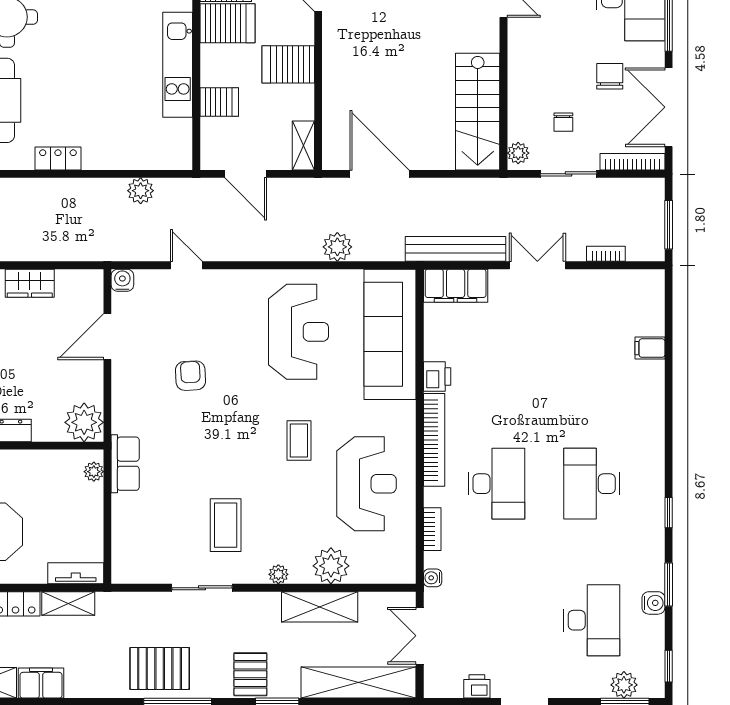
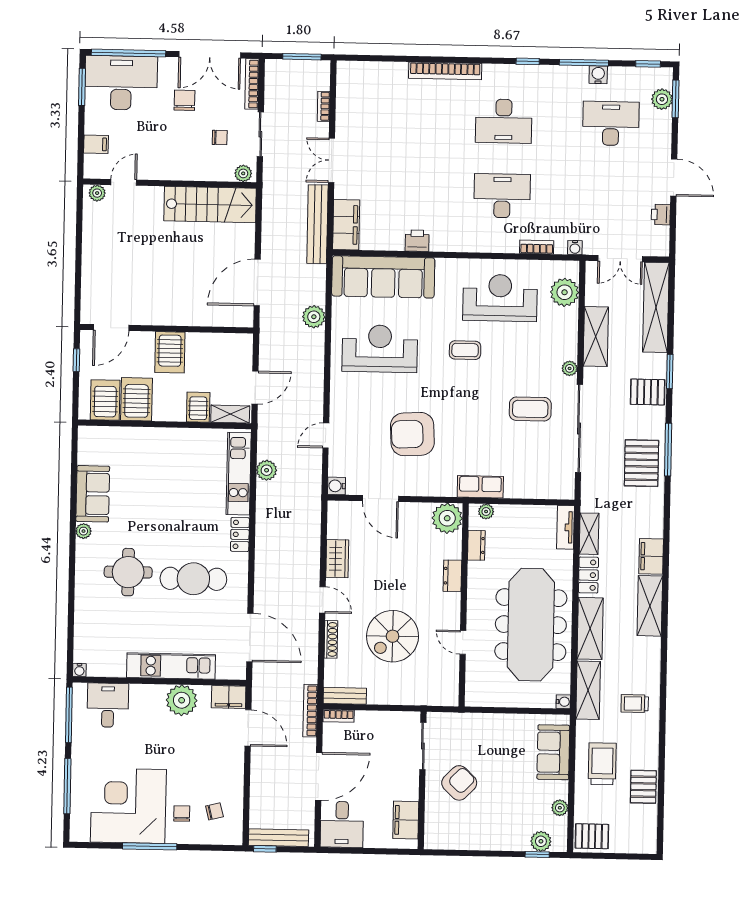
kitchen unit: (178, 65) -> (239, 474), moved, turned 90
chair: (610, 76) -> (184, 100), turned 90
shelving: (303, 146) -> (230, 414), moved
filing cabinet: (650, 348) -> (398, 73), removed
armchair: (190, 376) -> (412, 434), width x1.88, depth x1.88
bookcase: (434, 440) -> (445, 71), moved, turned 180
dresser: (50, 460) -> (476, 545), added
plant: (331, 566) -> (565, 292), moved
window: (669, 584) -> (584, 63), width x1.44
sliding door: (202, 588) -> (579, 429), width x1.86

